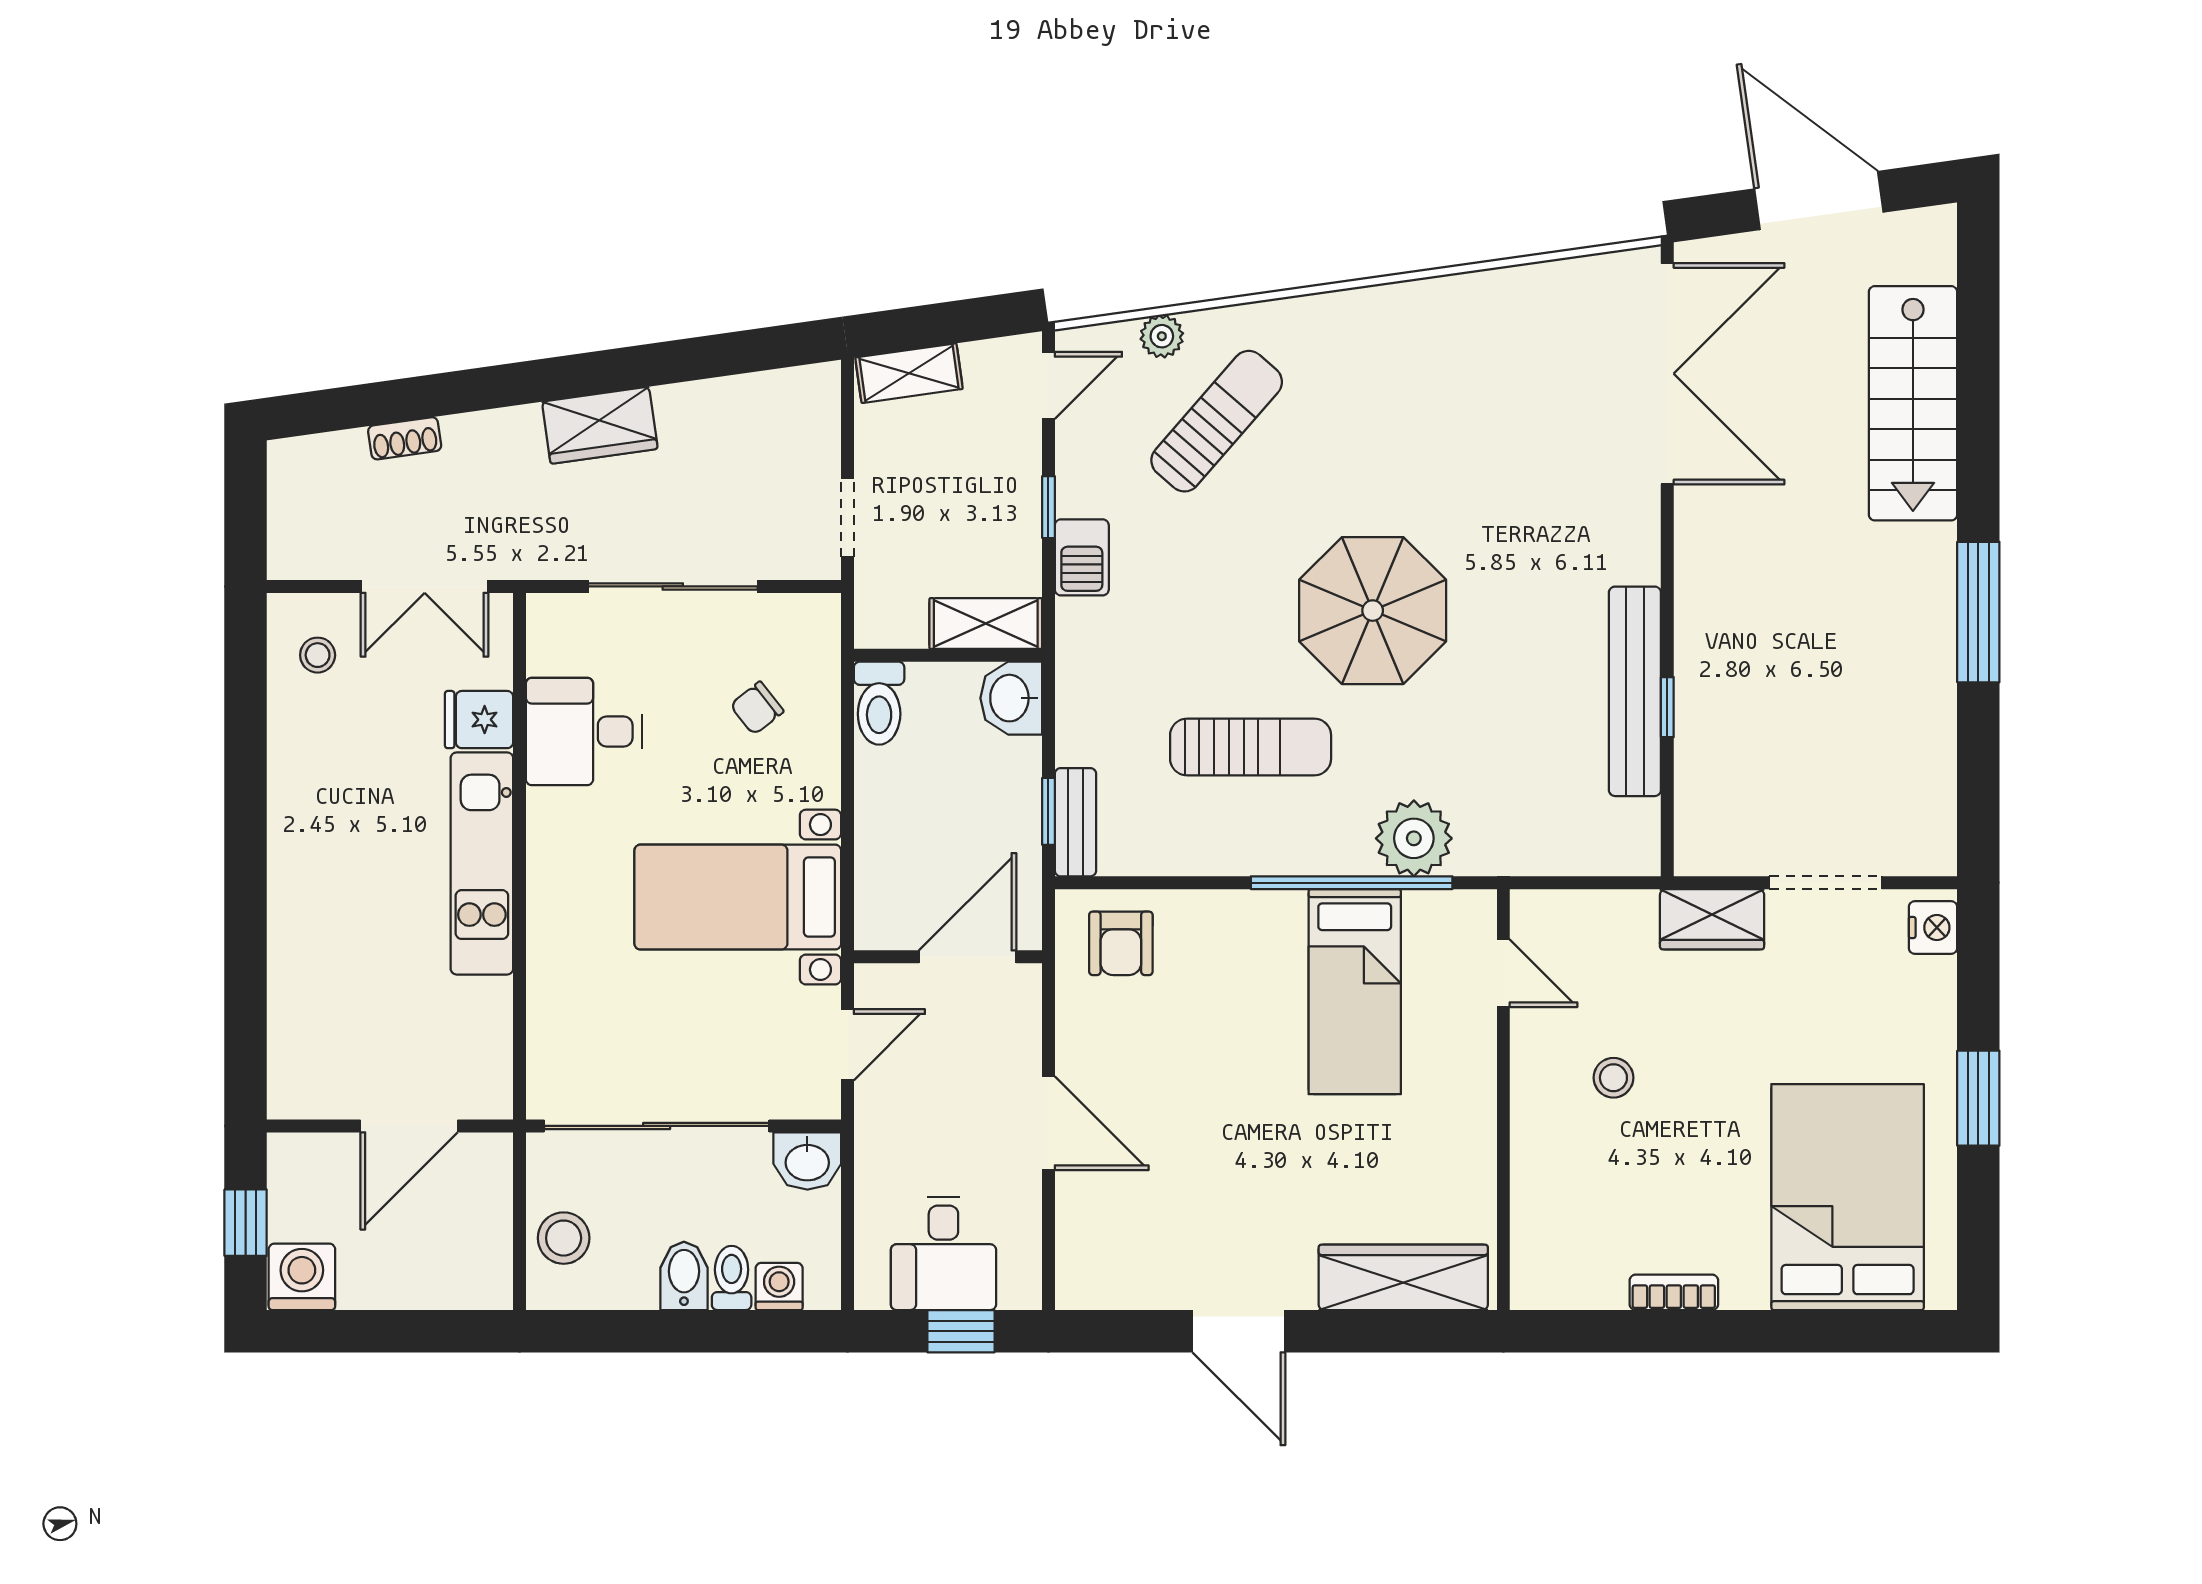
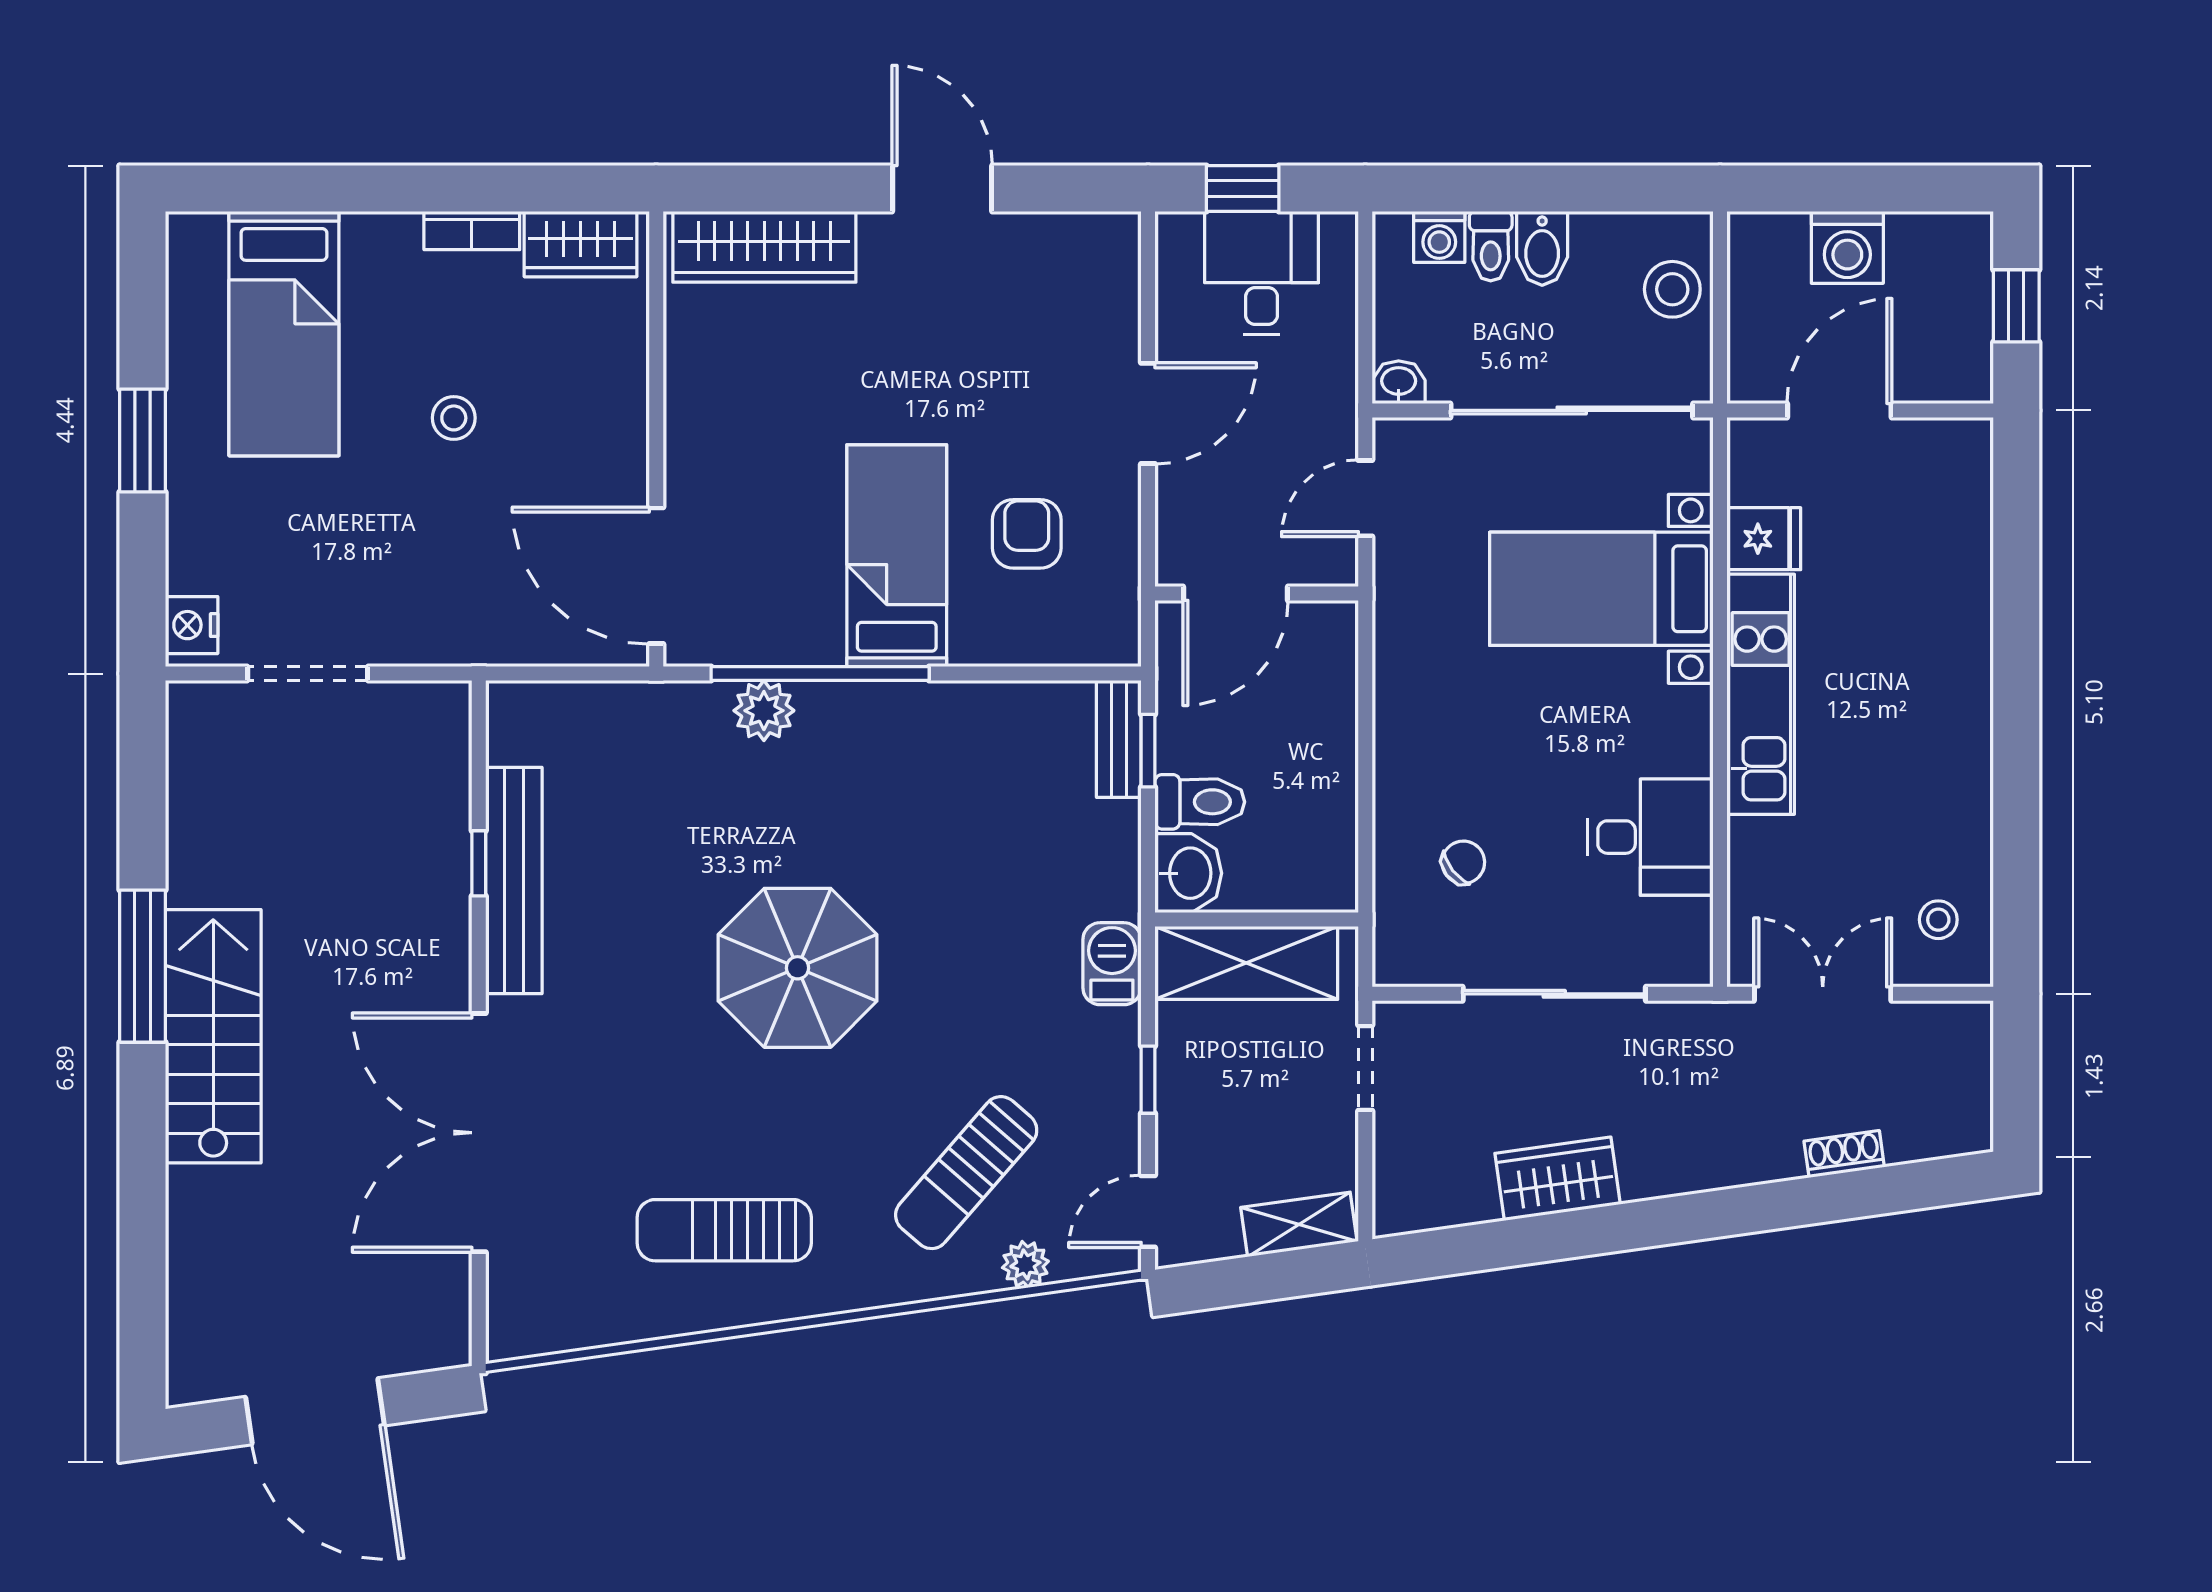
double door: (1667, 374) -> (479, 1133), moved
stairs: (1913, 403) -> (213, 1036), moved
wardrobe: (600, 425) -> (1558, 1179), moved
barbecue: (1082, 557) -> (1112, 964), moved
shelving: (986, 624) -> (1246, 963), width x1.50, depth x1.33
toilet: (879, 703) -> (1200, 802), moved, turned 90
fridge: (479, 720) -> (1764, 539), moved
sun lounger: (1251, 747) -> (724, 1230), moved
plant: (1414, 838) -> (764, 711), width x0.73, depth x0.73
bed with nightstands: (738, 897) -> (1601, 589), moved, turned 180
wardrobe: (1712, 919) -> (581, 244), moved, turned 180
armchair: (1121, 943) -> (1027, 534), moved
door: (1503, 973) -> (656, 576), width x1.88
bed: (1355, 992) -> (897, 556), moved
stool: (1613, 1078) -> (454, 418), moved
door: (1048, 1123) -> (1148, 413), swing flipped
washbasin: (807, 1161) -> (1399, 382), width x0.72, depth x0.69
bed: (1848, 1197) -> (284, 334), width x0.67
washing machine: (302, 1277) -> (1847, 247), moved

